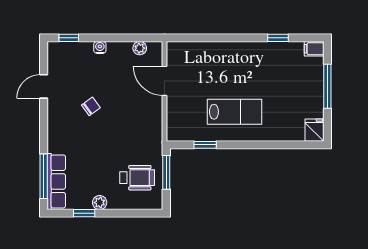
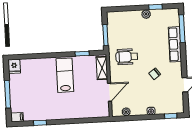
door: (165, 81) -> (110, 92), hinge flipped
lab bench: (234, 112) -> (65, 75), turned 90
shelving: (175, 120) -> (102, 68), added
wheelchair: (137, 178) -> (127, 57), moved
row of seats: (56, 181) -> (175, 44), moved

